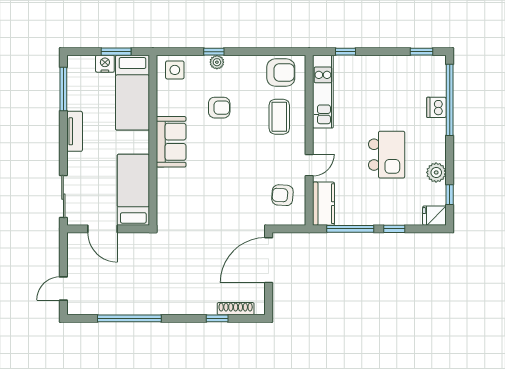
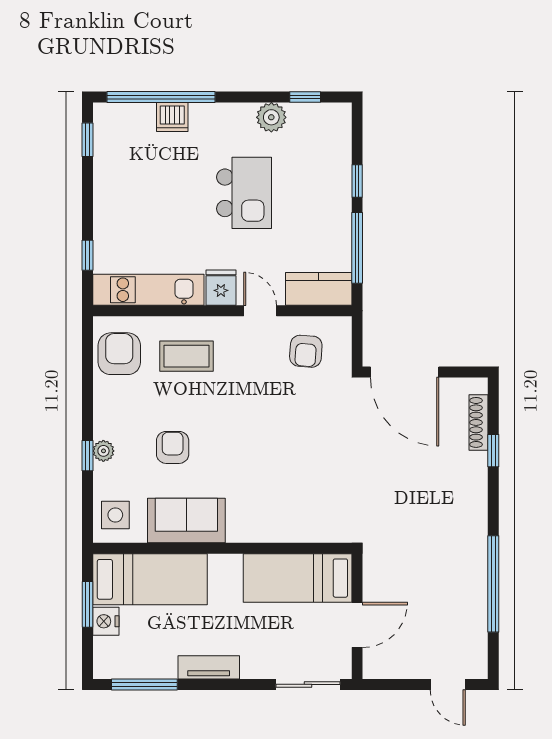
sofa: (171, 142) -> (186, 521), moved
kitchen island: (387, 155) -> (244, 193), turned 90
fridge: (434, 216) -> (221, 288), moved, turned 180

